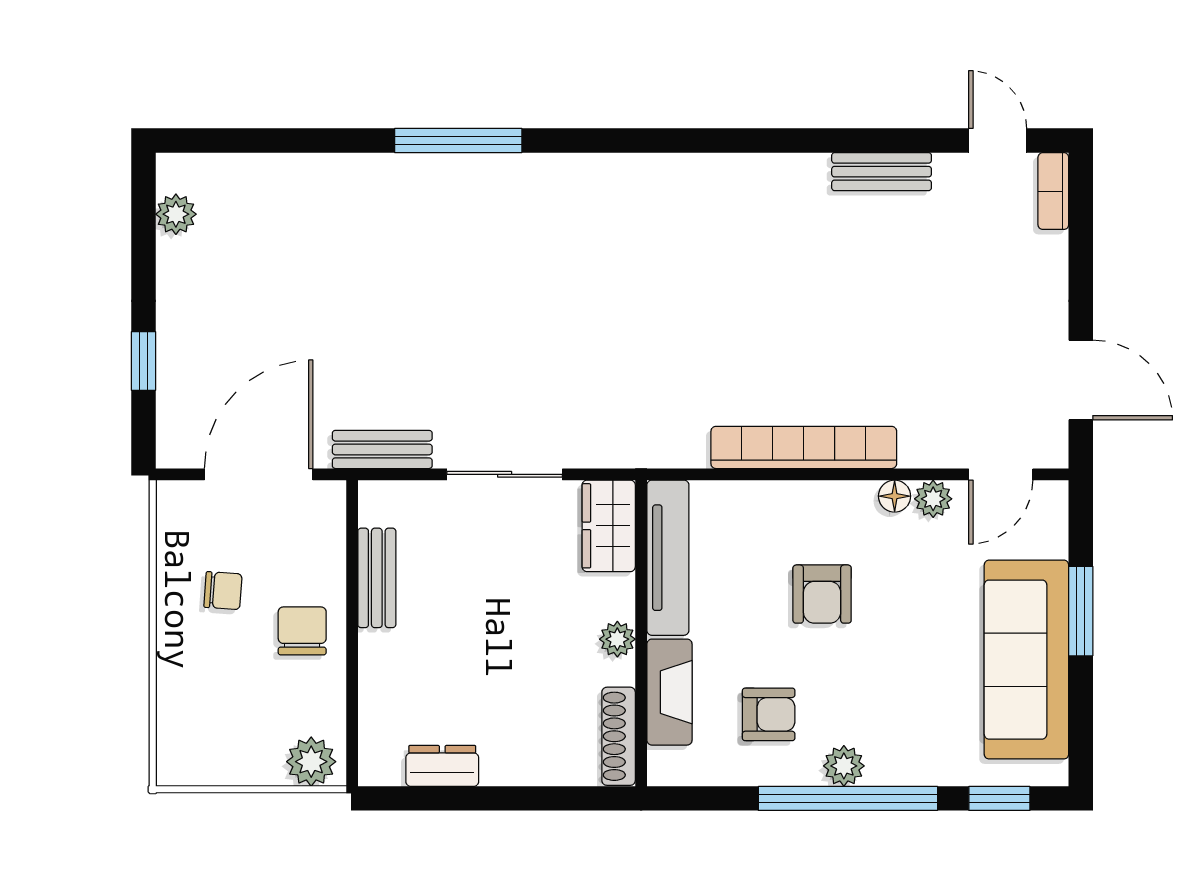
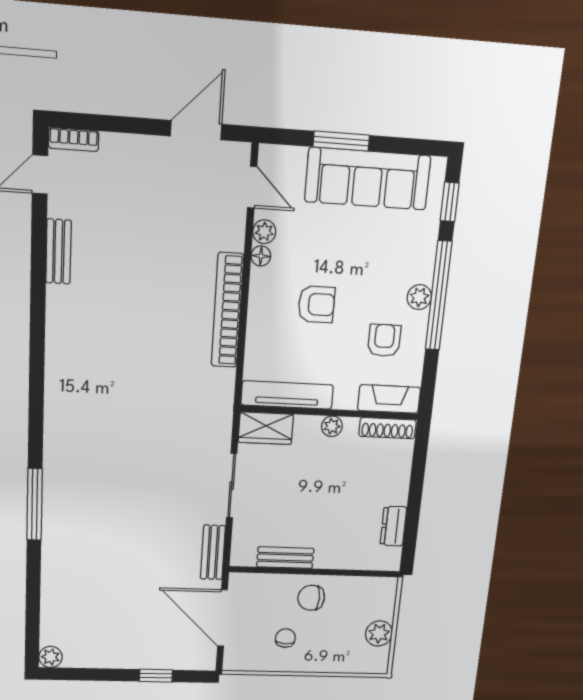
plant: (176, 214) -> (51, 657), moved
fireplace: (669, 692) -> (389, 399), moved
plant: (311, 762) -> (379, 633), moved

